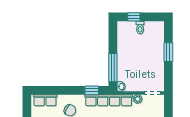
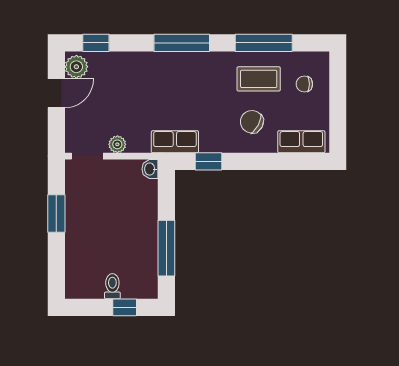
window: (168, 52) -> (56, 214), moved
window: (113, 68) -> (166, 248), moved
row of seats: (109, 100) -> (175, 142), width x0.50

